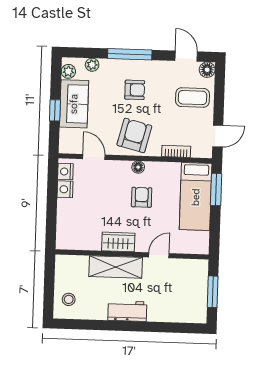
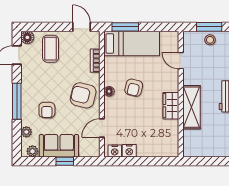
armchair: (135, 90) -> (47, 110), moved, turned 180
armchair: (142, 197) -> (134, 88), turned -76
door: (159, 255) -> (181, 61), moved
stool: (69, 299) -> (210, 40), moved

